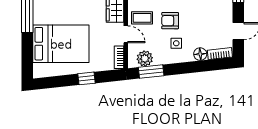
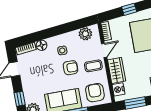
door: (126, 34) -> (104, 50), swing flipped
window: (151, 72) -> (78, 24), removed

